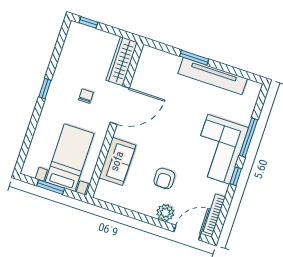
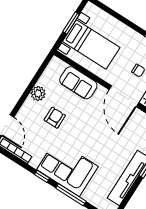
armchair: (164, 178) -> (55, 118), turned 90
plant: (165, 213) -> (38, 93), moved

